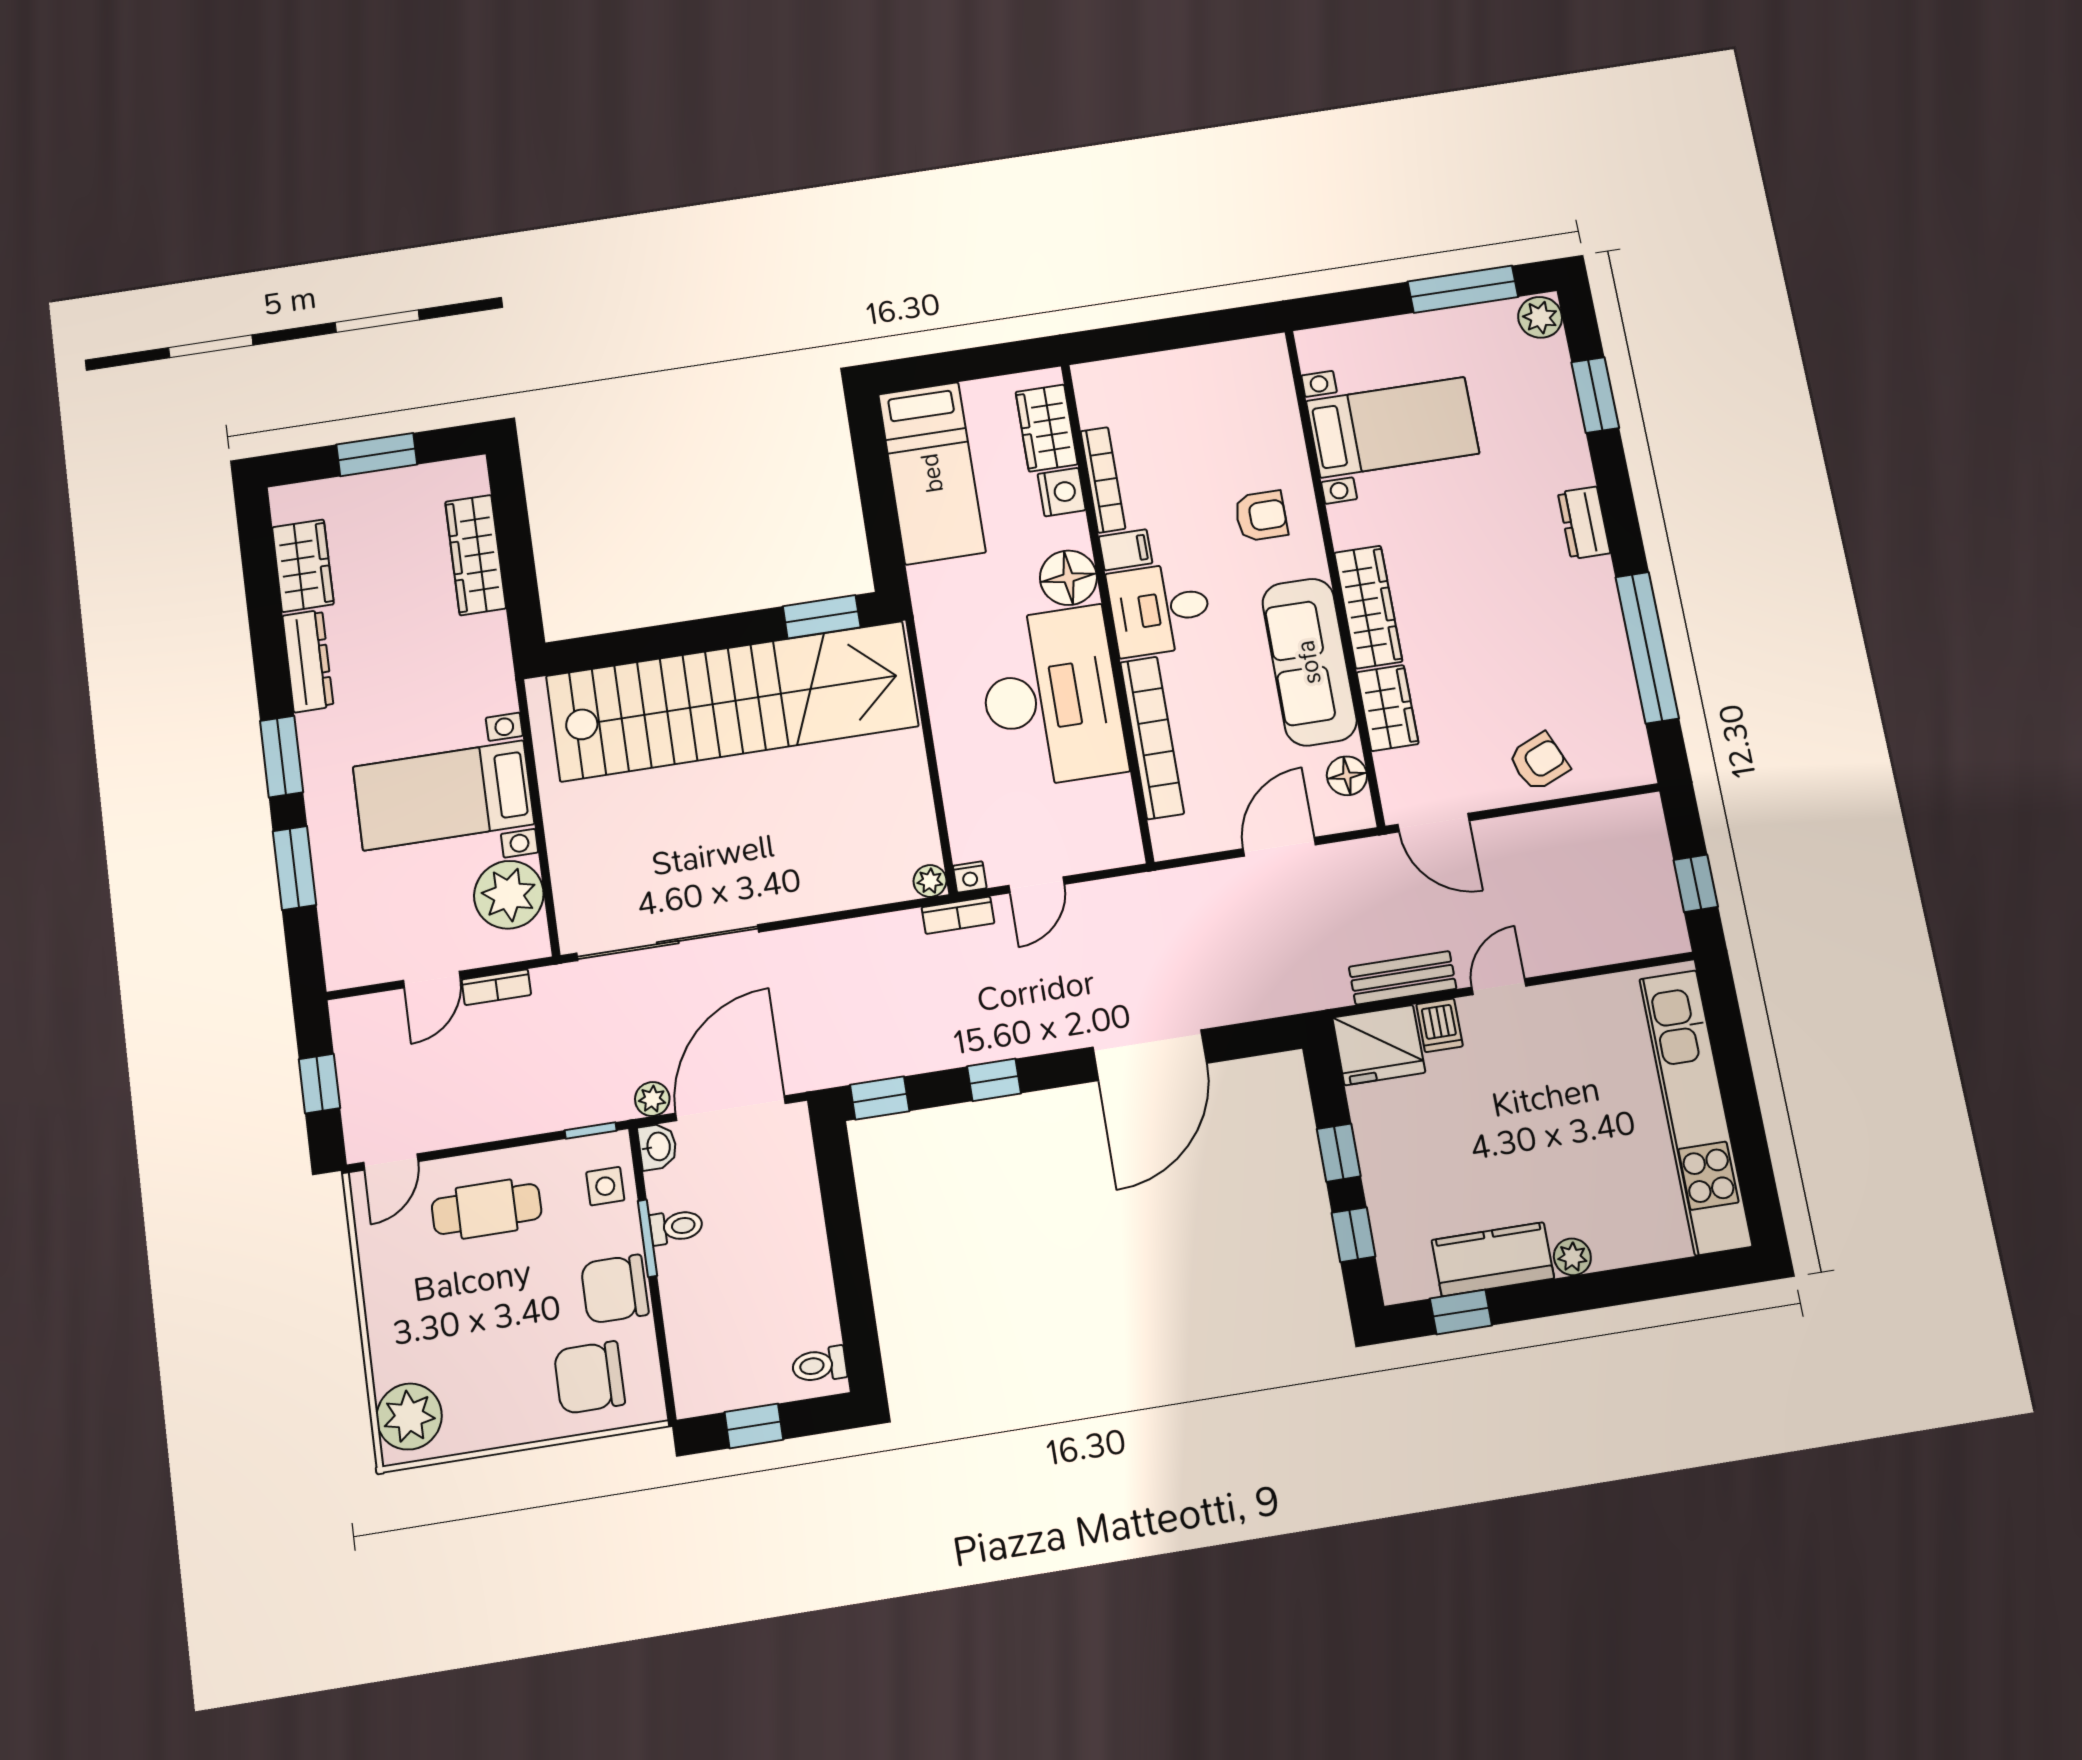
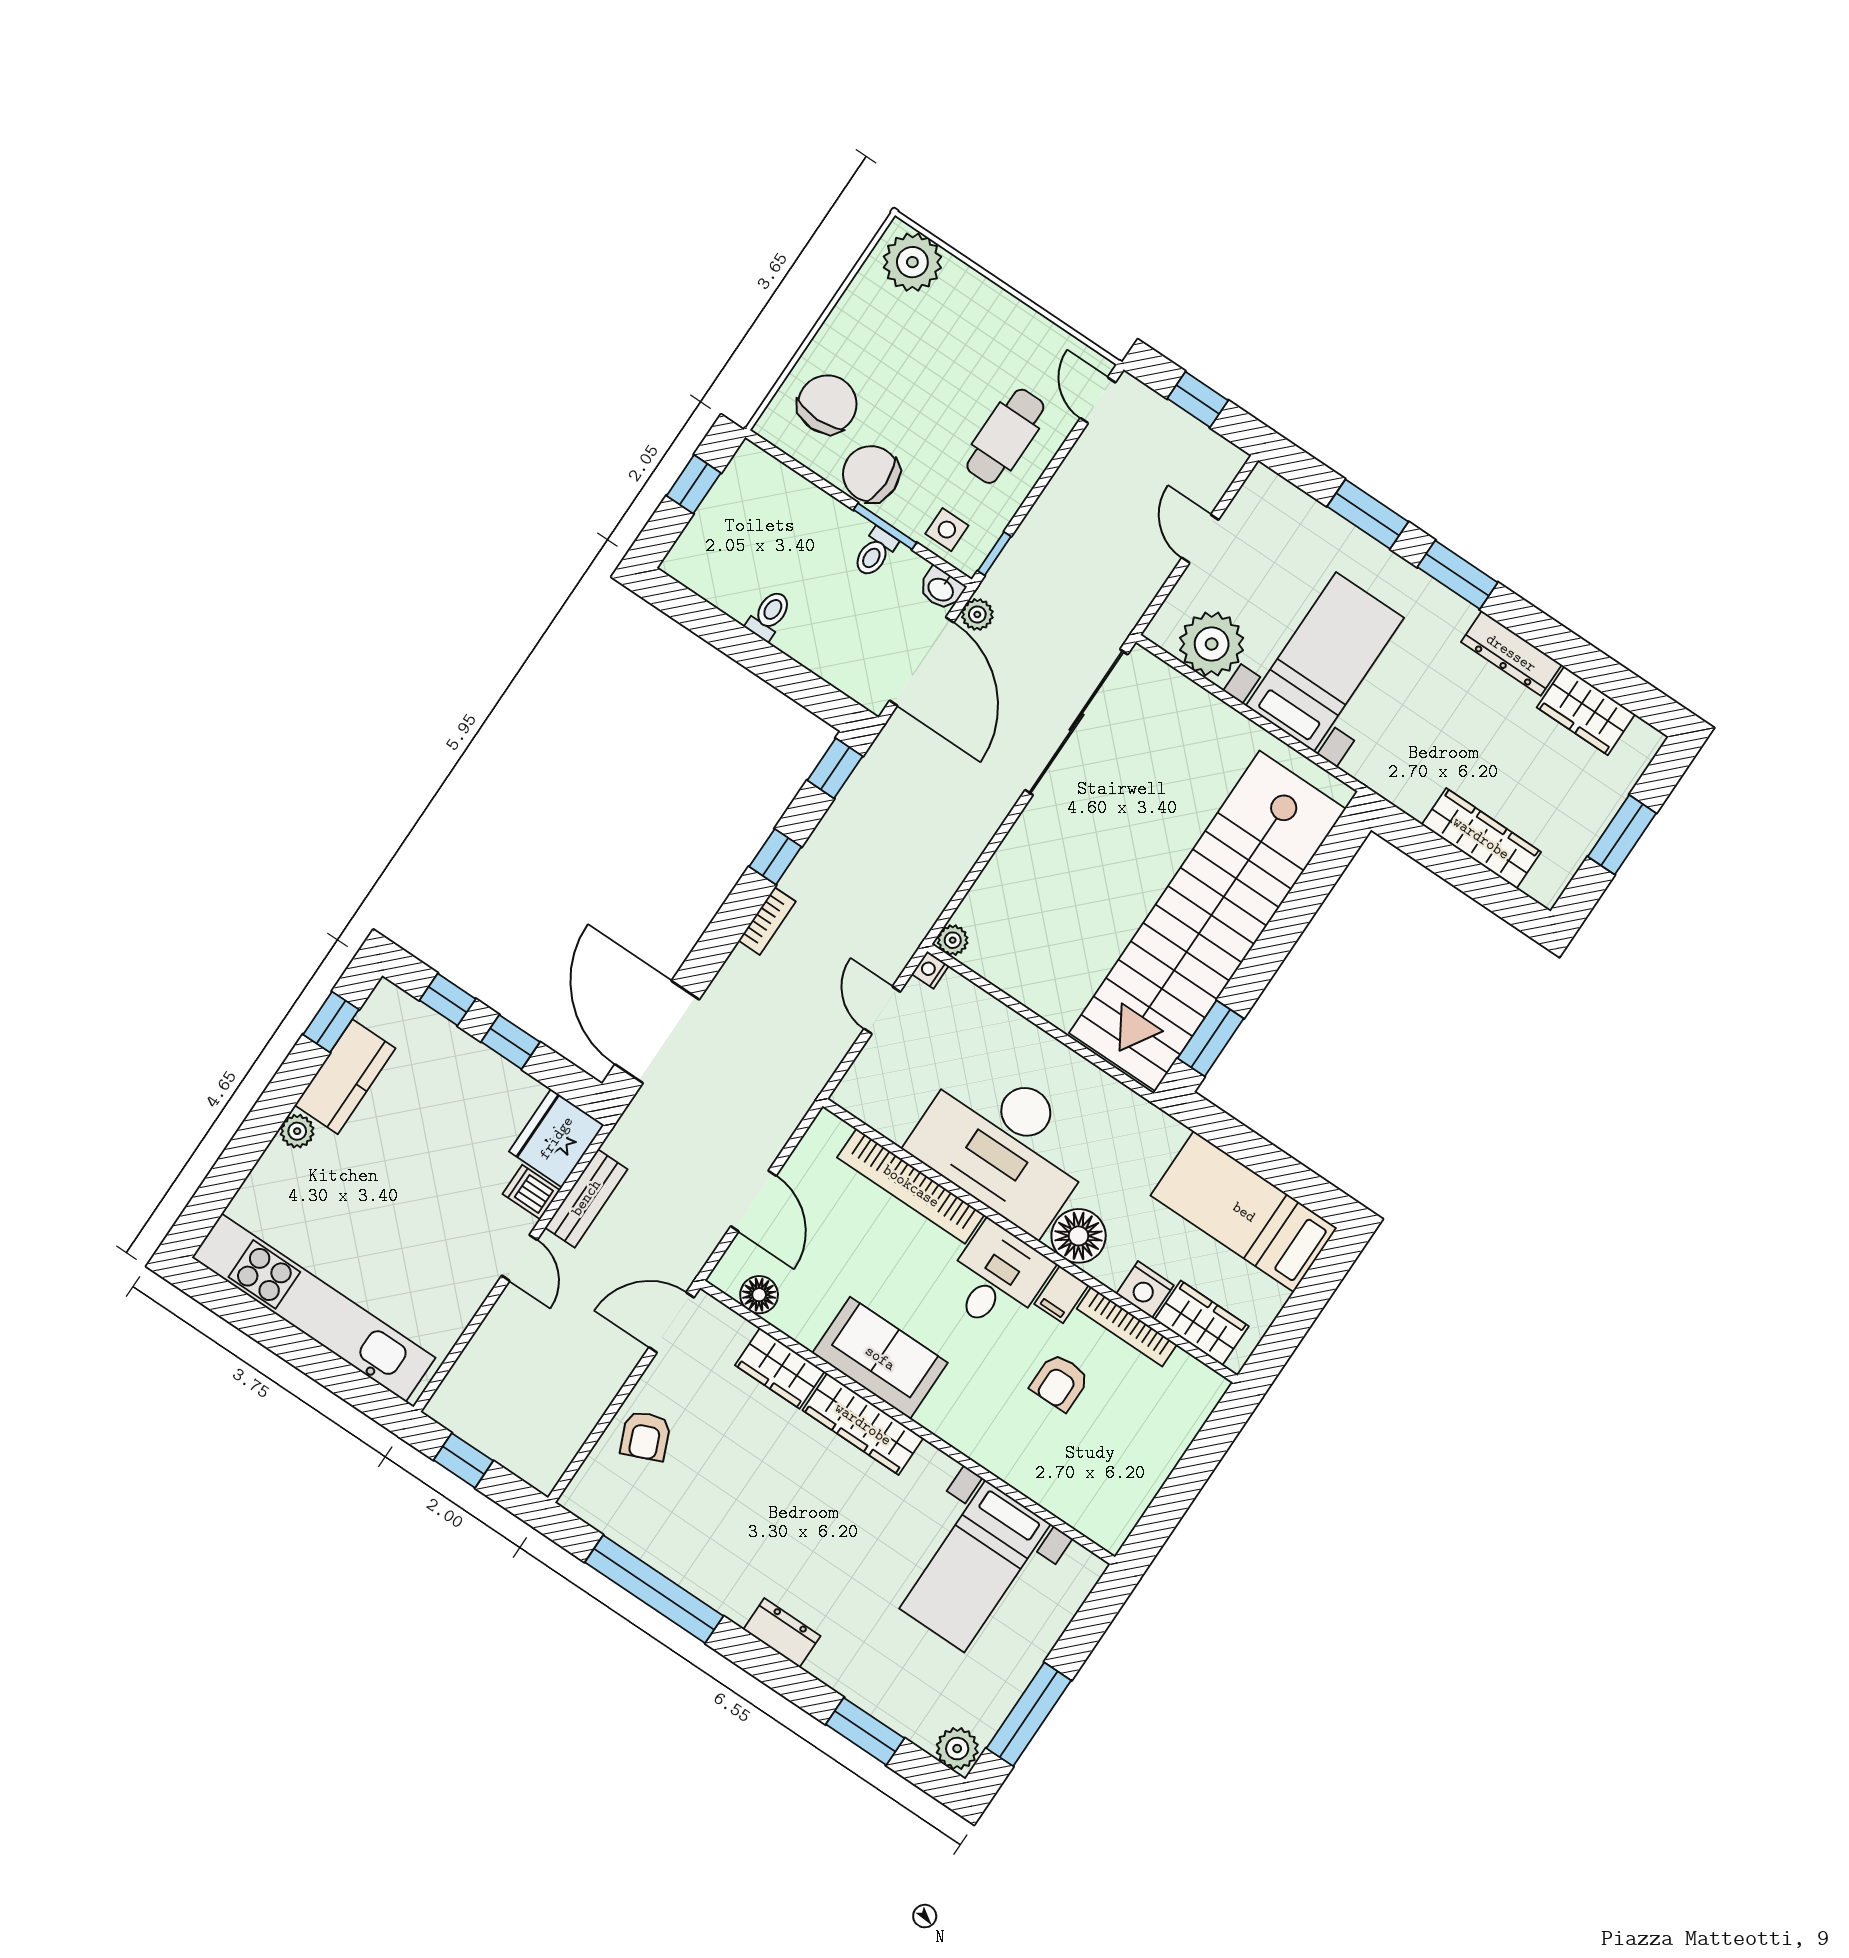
armchair: (1261, 516) -> (1060, 1382), moved
sofa: (1309, 662) -> (880, 1358), width x0.73
bookcase: (958, 915) -> (767, 921), moved, turned 180
bookcase: (496, 987) -> (1154, 578), removed
door: (1150, 1055) -> (657, 1032), moved
chair: (615, 1289) -> (871, 474), turned -90
toilet: (819, 1365) -> (769, 615), moved

